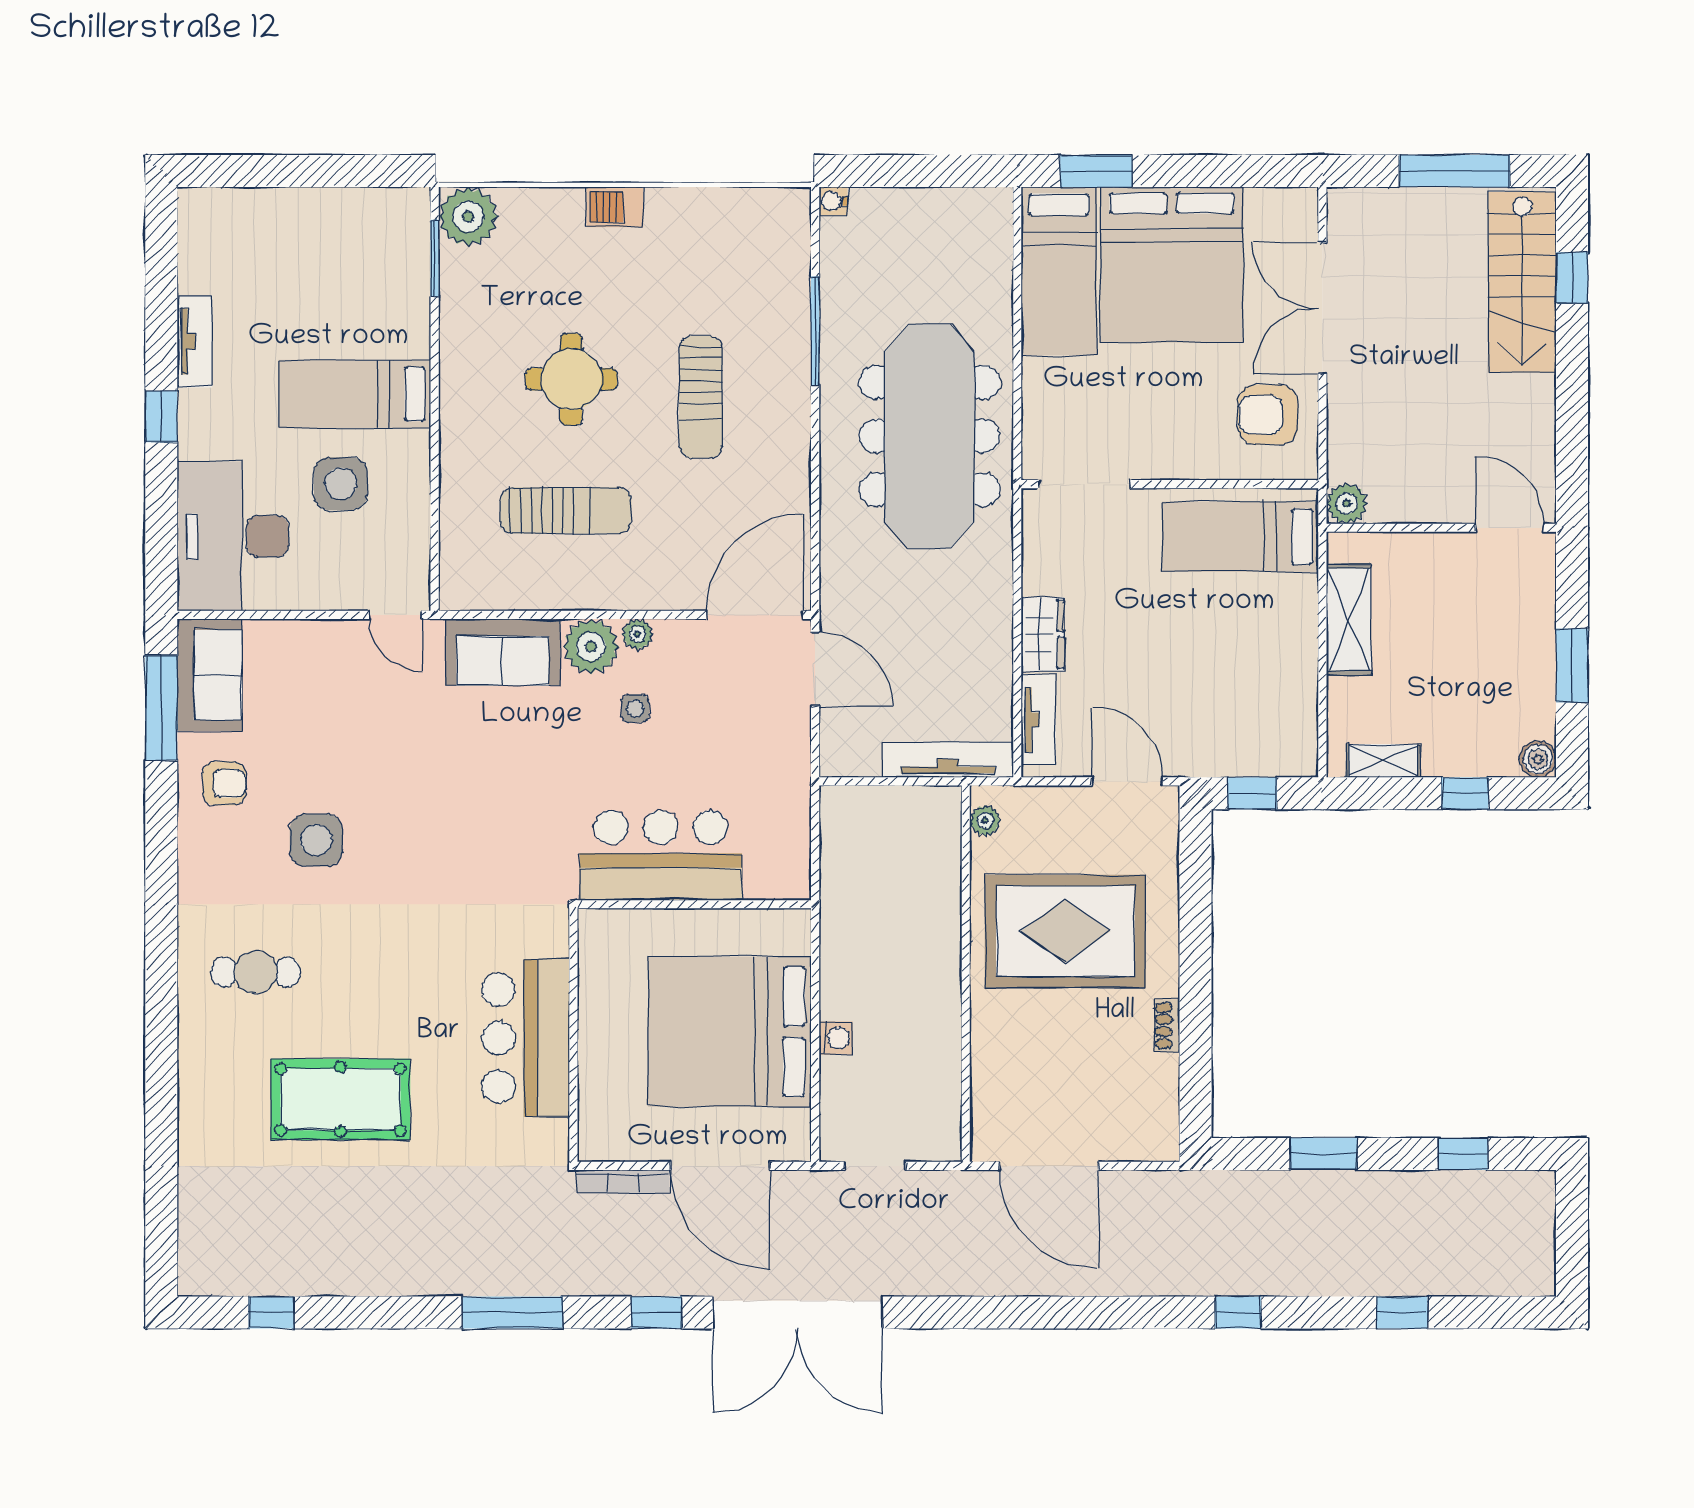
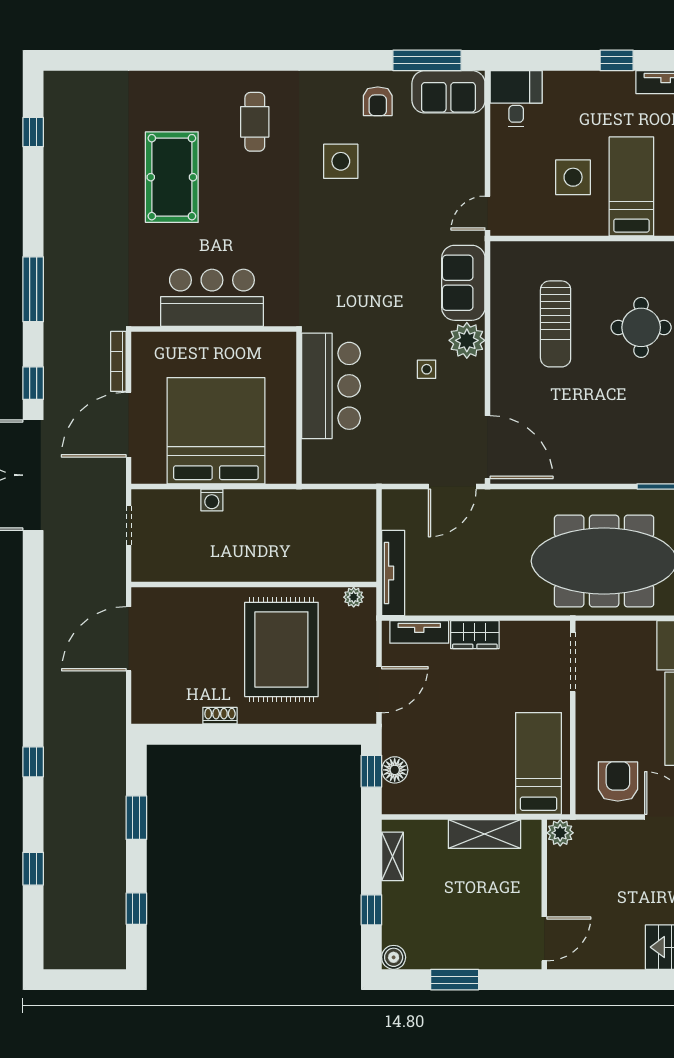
sun lounger: (701, 397) -> (629, 412), removed
desk: (233, 536) -> (516, 99), width x0.53, depth x0.77
plant: (637, 634) -> (475, 371), removed
floor lamp: (1250, 757) -> (395, 770), added

